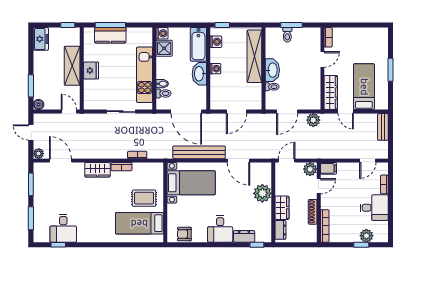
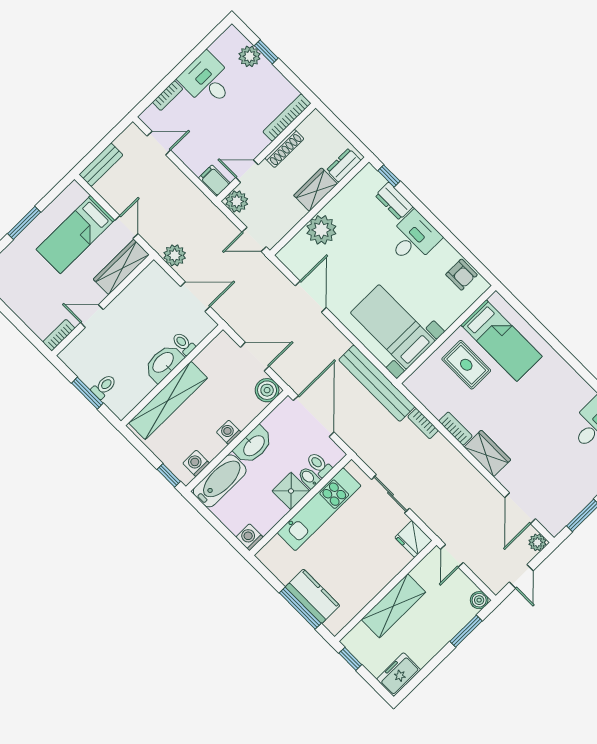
shower: (164, 48) -> (291, 491), moved
fridge: (91, 71) -> (413, 539), moved, turned -90
boiler: (217, 103) -> (267, 390), added
bench: (199, 152) -> (377, 383), moved

